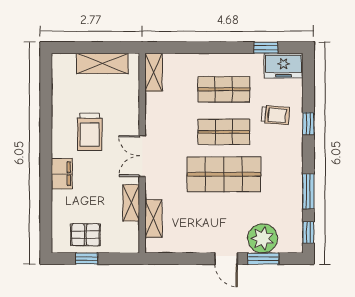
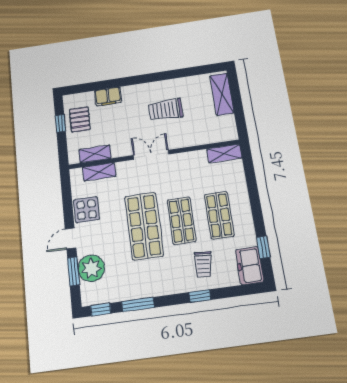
shelving: (102, 63) -> (222, 94), moved
filing cabinet: (62, 174) -> (108, 96), moved
shelving: (131, 203) -> (95, 154), moved
display table: (196, 237) -> (87, 210), added

